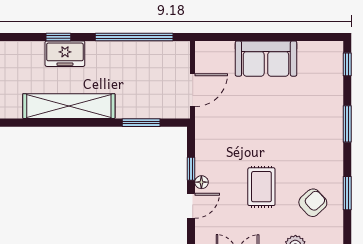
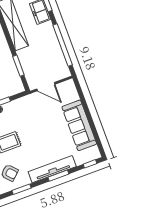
sofa: (266, 59) -> (79, 125), width x1.36
tv unit: (333, 130) -> (52, 169), added

